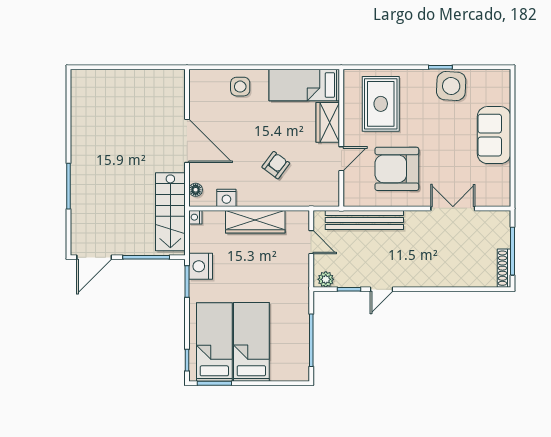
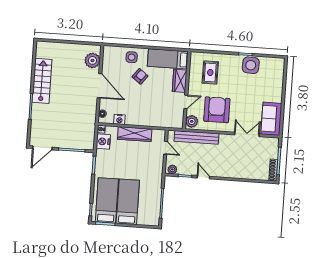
plant: (172, 97) -> (92, 60), added
rug: (381, 104) -> (210, 72), width x0.73, depth x0.70
sofa: (494, 135) -> (271, 119), moved
armchair: (276, 165) -> (140, 76), moved
armchair: (397, 169) -> (217, 110), turned 90
plant: (354, 192) -> (192, 121), added
stairs: (170, 212) -> (42, 81), moved, turned 180
nightstand: (201, 266) -> (103, 141), moved
door: (382, 289) -> (203, 177), swing flipped

